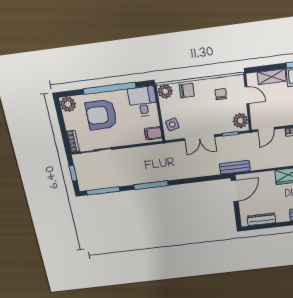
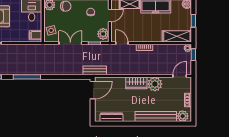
door: (247, 95) -> (110, 15), hinge flipped
door: (266, 129) -> (122, 43), swing flipped
double door: (200, 138) -> (70, 43), swing flipped

